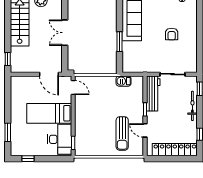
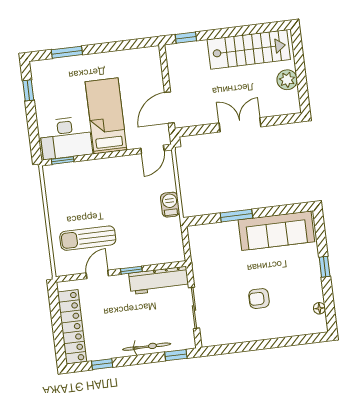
barbecue: (124, 81) -> (170, 205), moved

